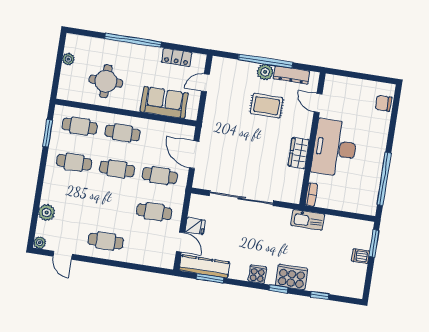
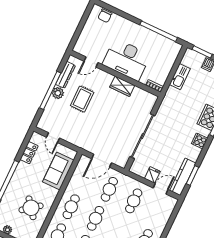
round table: (106, 81) -> (31, 208), turned -38
kitchen sink: (308, 220) -> (180, 77), moved

